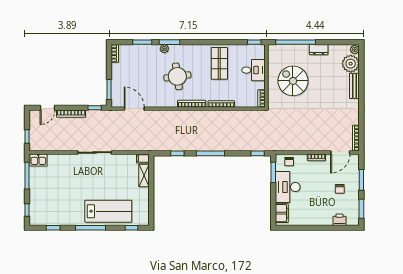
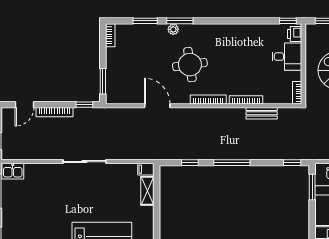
printer: (260, 52) -> (295, 34), added
shop shelf: (219, 63) -> (243, 48), removed
door: (134, 109) -> (157, 106), moved
bench: (234, 115) -> (262, 113), added

